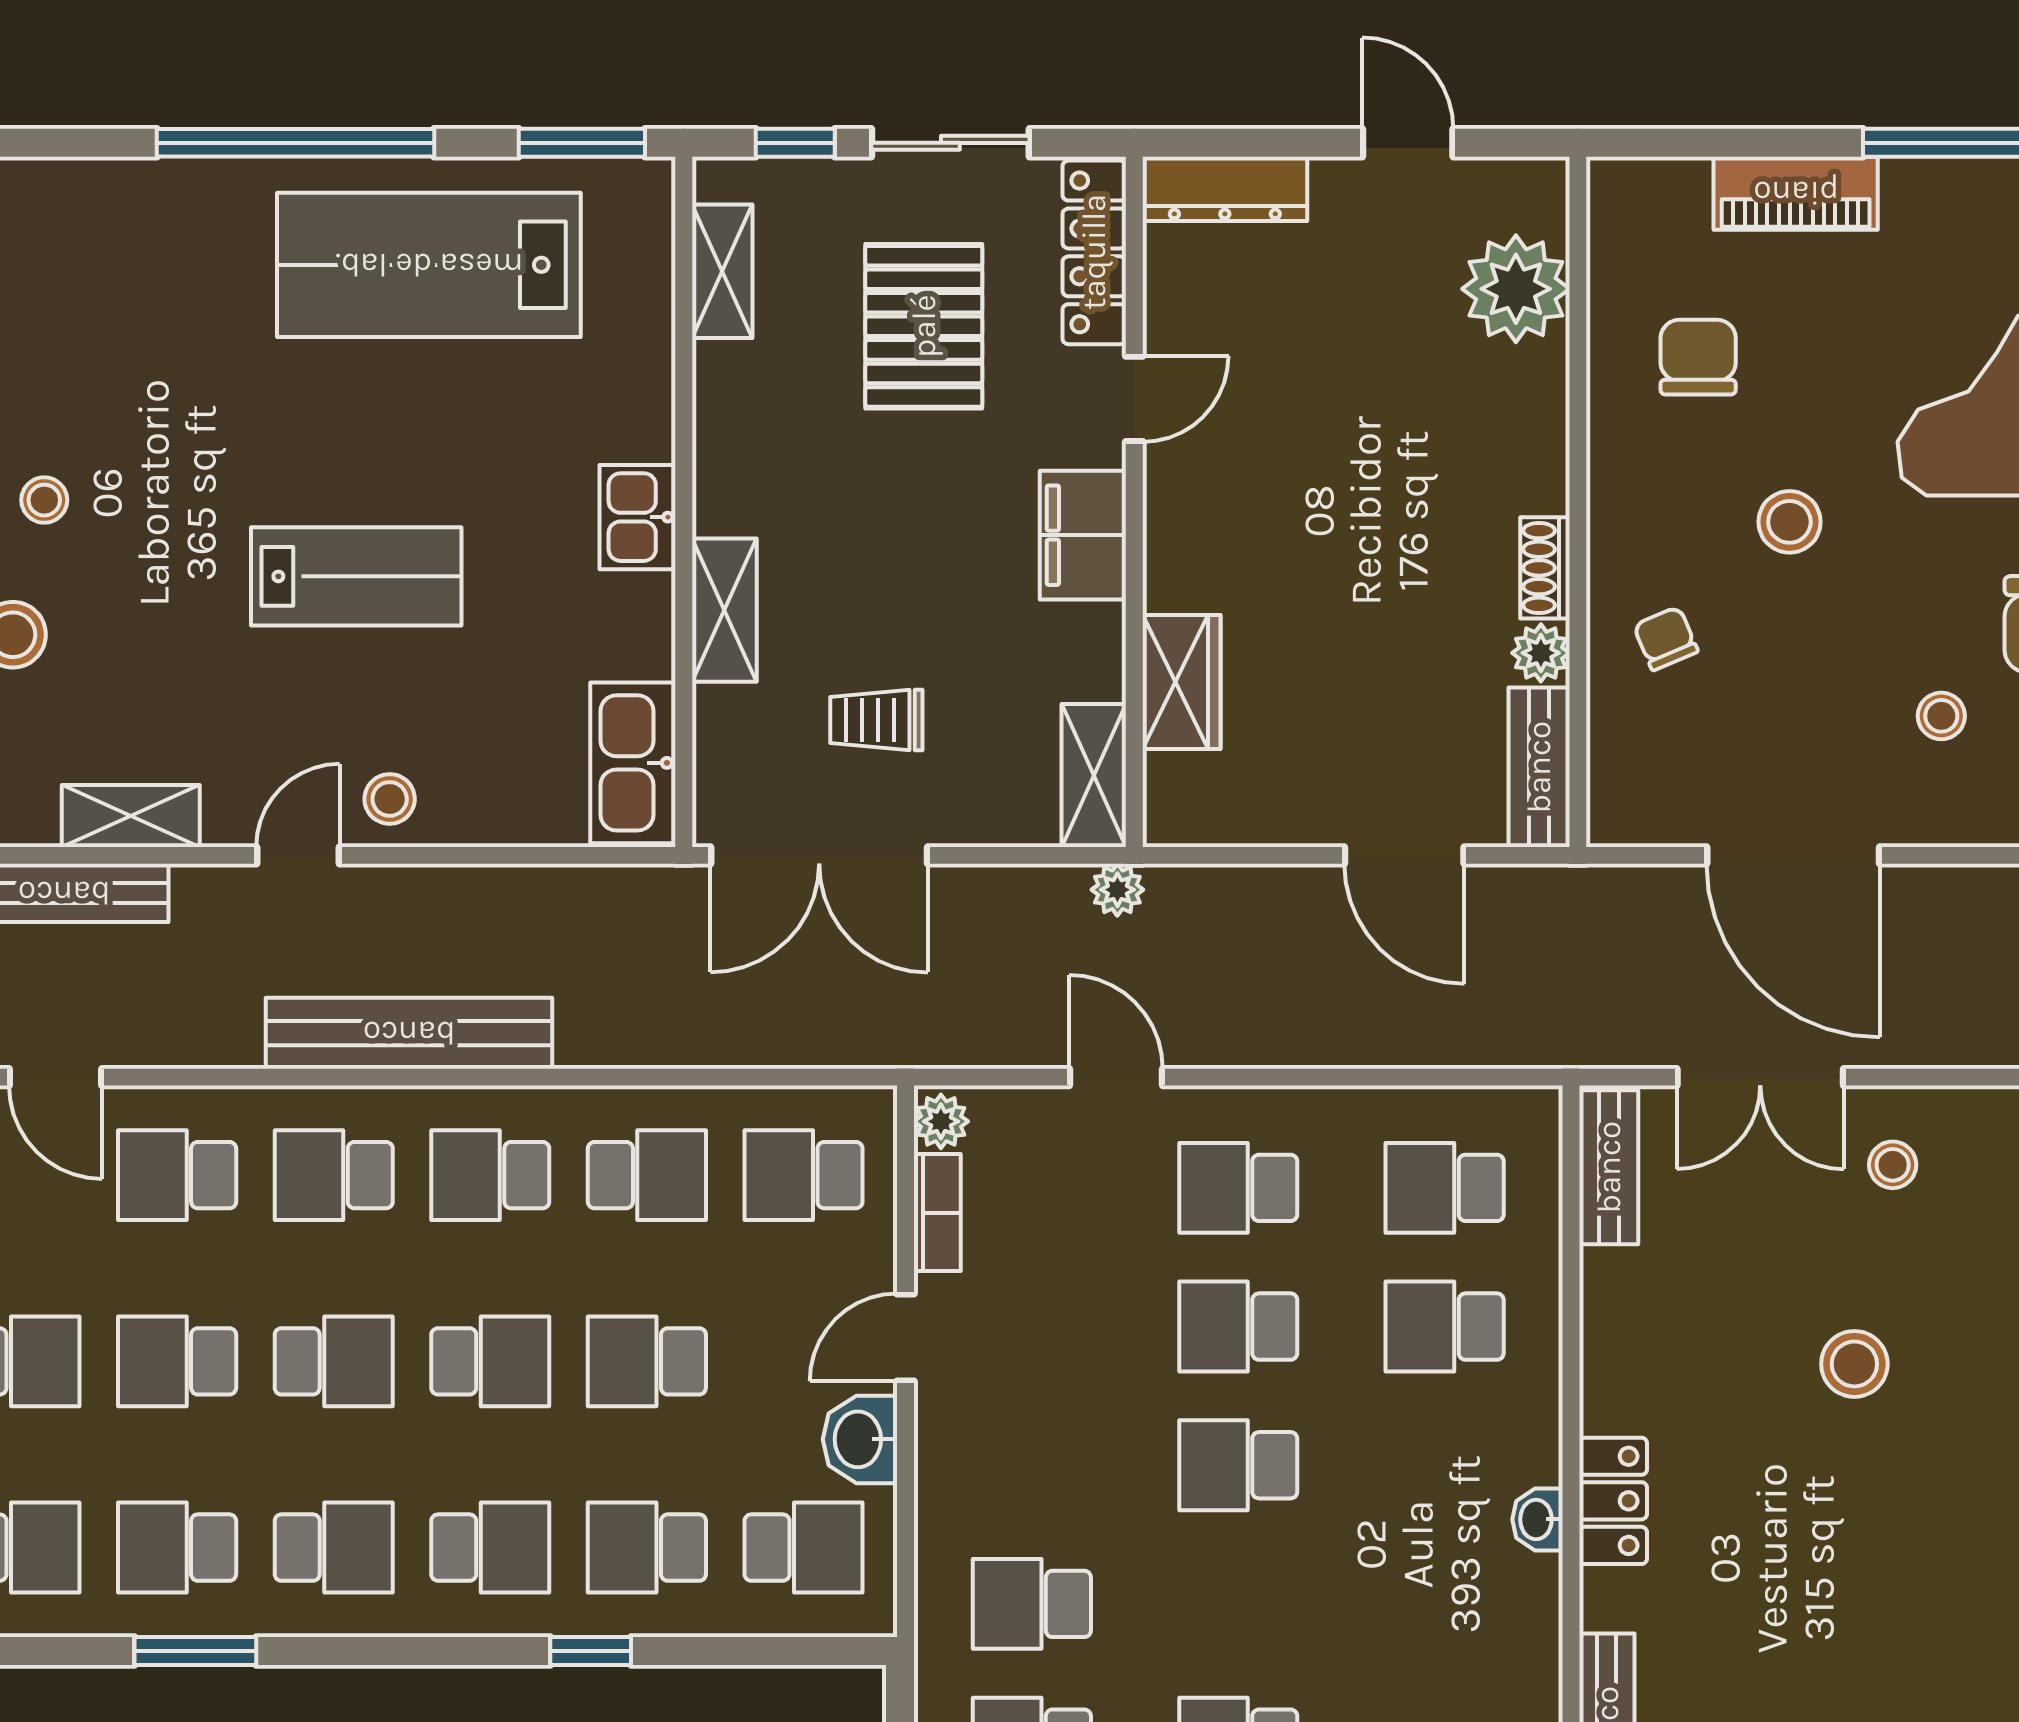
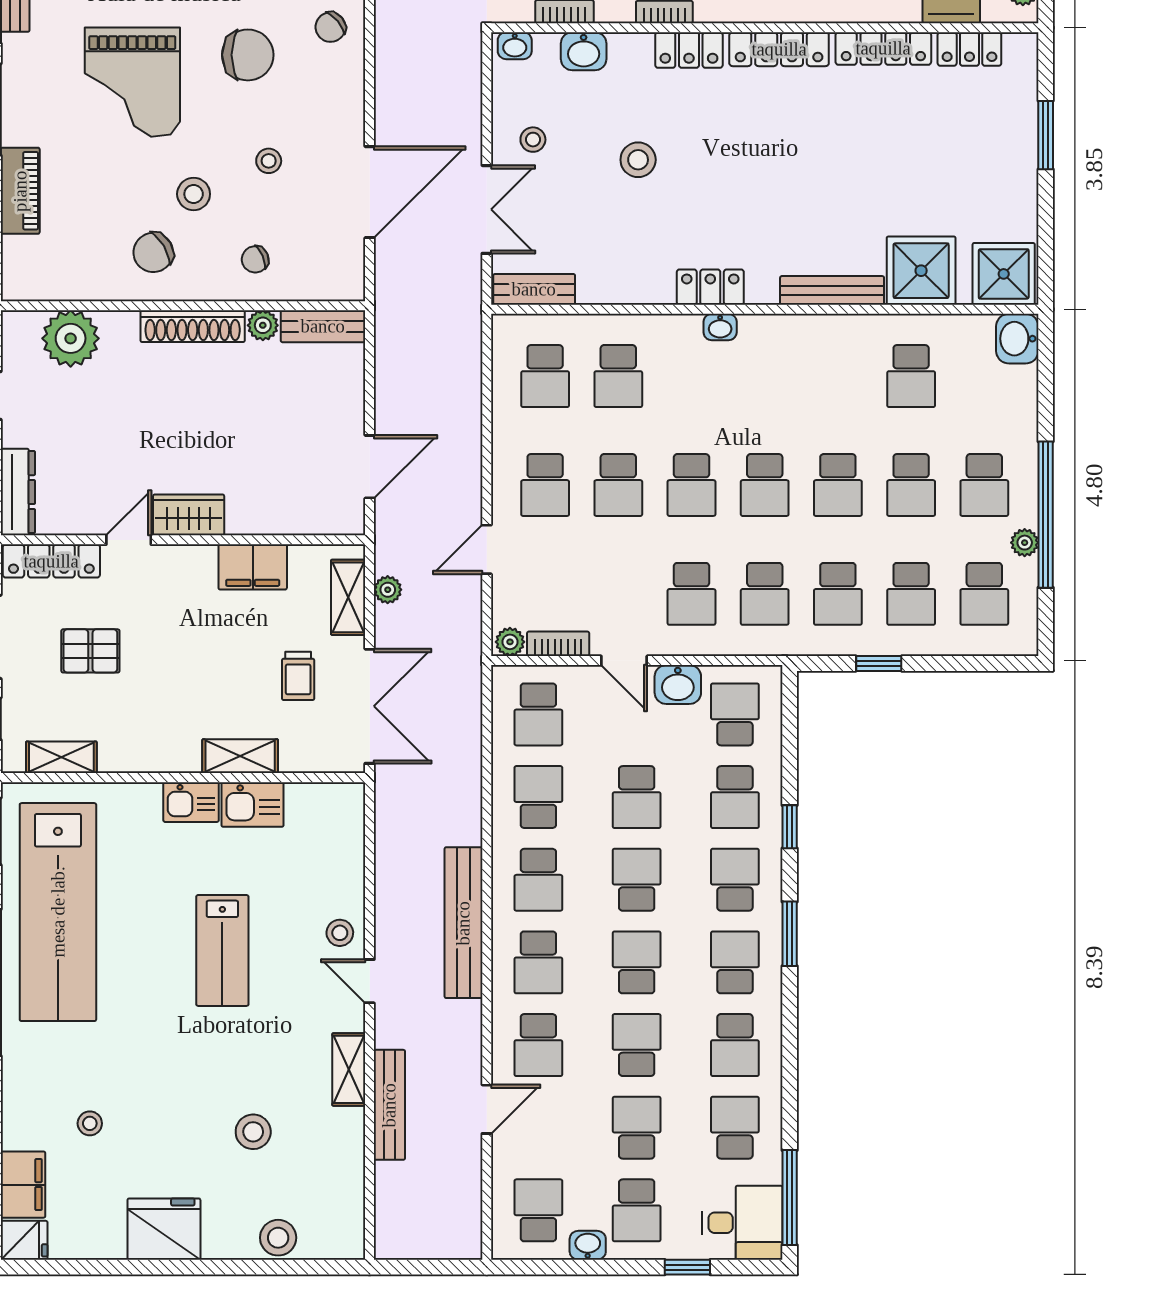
lab bench: (429, 265) -> (58, 912), width x1.36
pallet: (924, 326) -> (90, 651), width x0.67, depth x0.71
chair: (1698, 357) -> (153, 252), moved, turned -31
door: (1134, 399) -> (129, 540), hinge flipped
stool: (44, 500) -> (90, 1123), moved
filing cabinet: (1083, 535) -> (253, 567), moved
shoe rack: (1545, 568) -> (193, 326), width x1.94, depth x1.24
lab bench: (356, 576) -> (222, 950), turned 180
wardrobe: (1182, 682) -> (189, 515), moved
stool: (1941, 716) -> (269, 161), moved
kitchen sink: (633, 763) -> (253, 804), moved, width x0.73
shelving: (1094, 775) -> (348, 597), moved, turned 90
door: (1404, 855) -> (370, 467), moved
plant: (1117, 890) -> (388, 590), moved
school desk: (177, 1361) -> (637, 1045), turned 180
school desk: (1032, 1465) -> (691, 594), added
school desk: (1238, 1604) -> (765, 485), added
window: (195, 1651) -> (790, 934), moved

